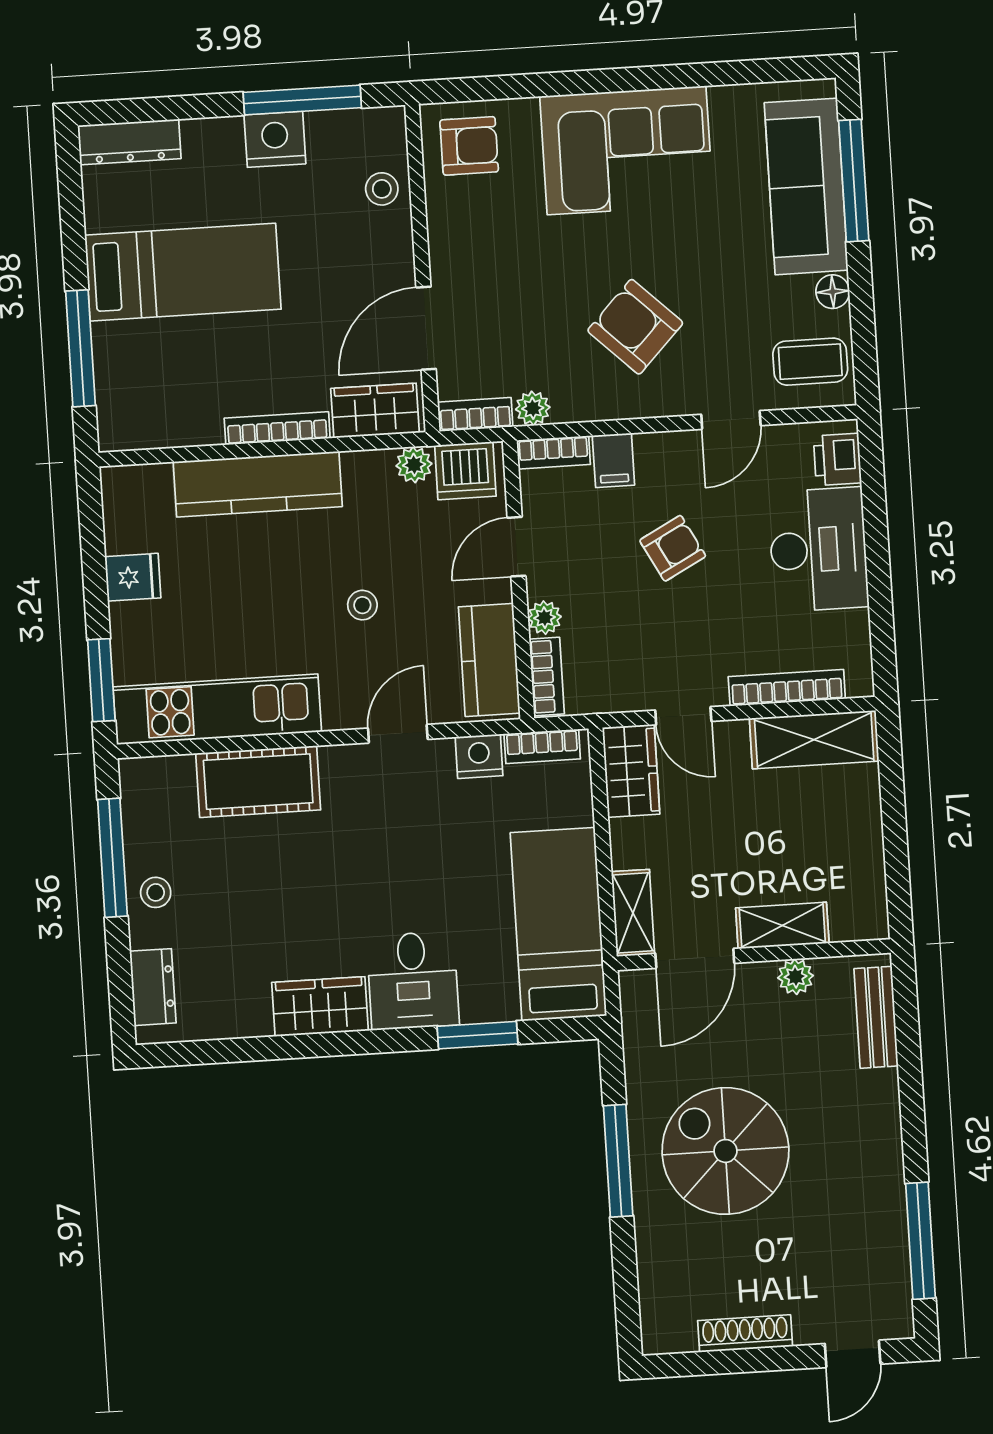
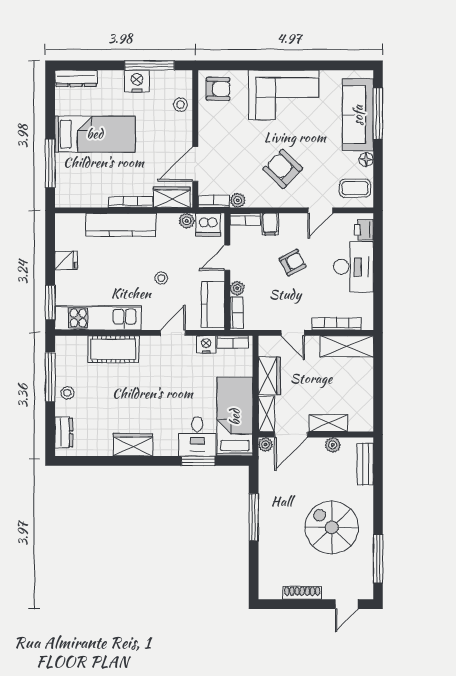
wardrobe: (631, 771) -> (269, 376), moved
desk: (413, 980) -> (197, 436), moved
plant: (635, 986) -> (265, 444), added
spiral stairs: (725, 1151) -> (332, 527), moved

